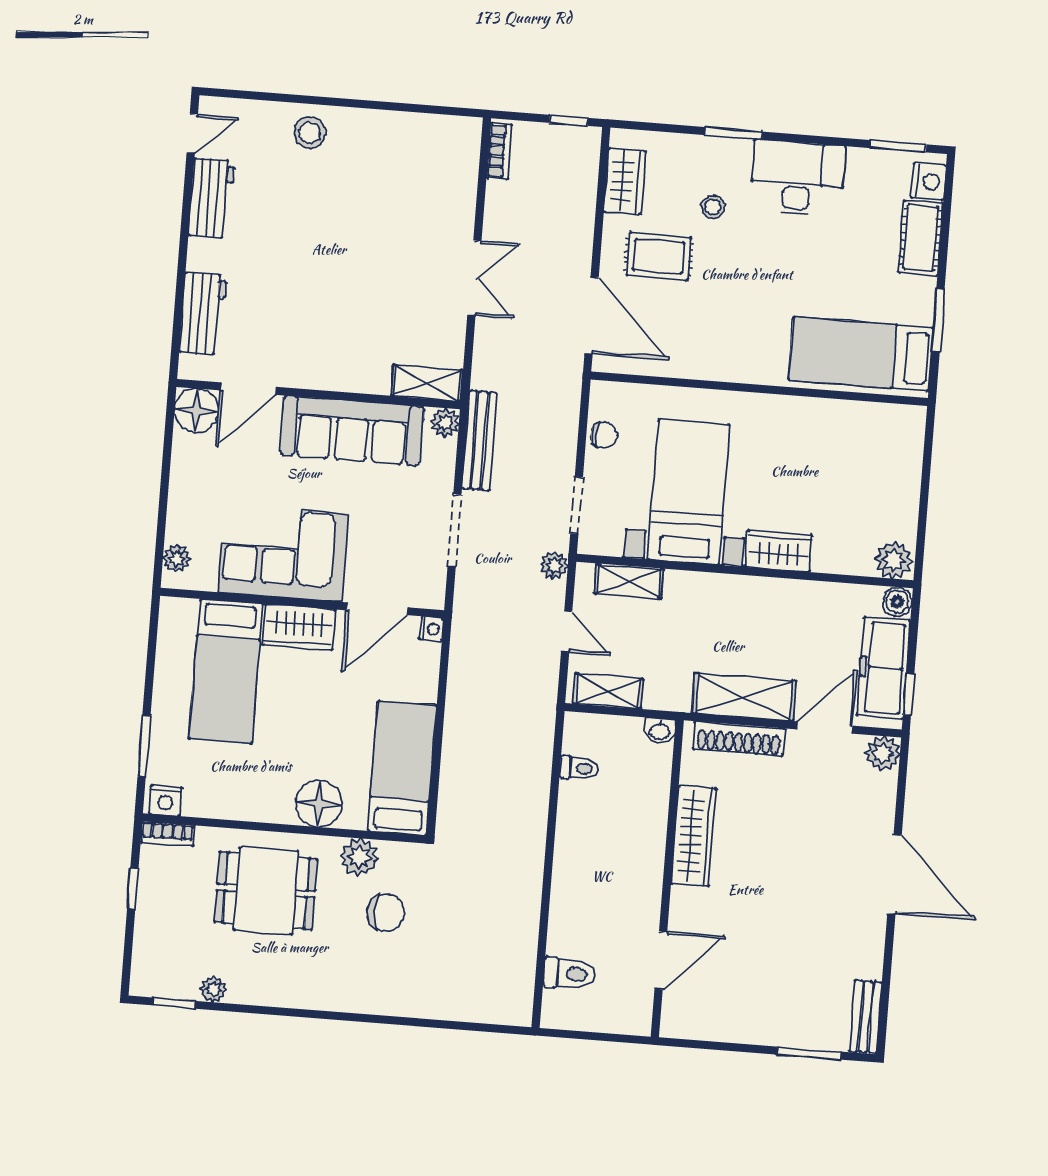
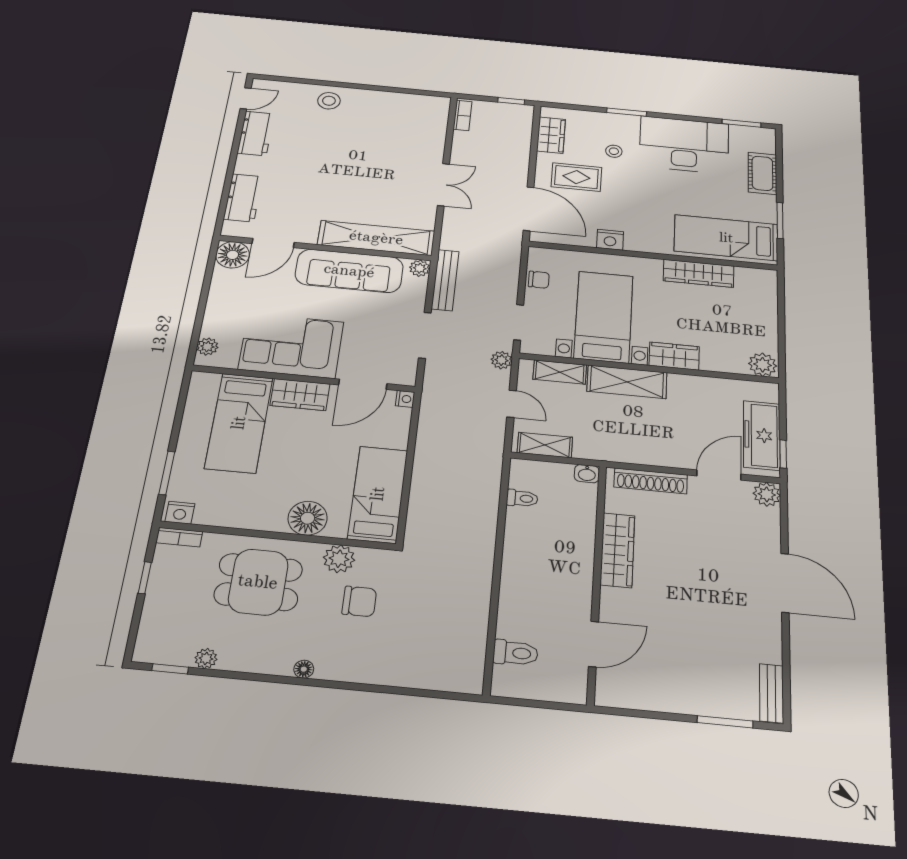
desk: (797, 178) -> (684, 145), width x1.36, depth x1.30
nightstand: (929, 181) -> (610, 240), moved, turned 90
shelving: (427, 383) -> (376, 238), width x2.20, depth x1.33
wardrobe: (819, 416) -> (699, 273), added
boiler: (897, 602) -> (768, 392), removed
shelving: (744, 697) -> (627, 382), moved
floor lamp: (326, 1000) -> (304, 669), added

